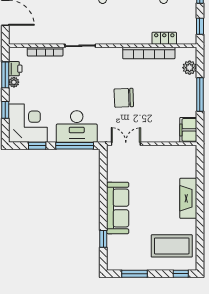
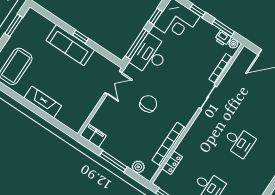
plant: (14, 82) -> (233, 44), moved
window: (103, 239) -> (81, 37), moved

